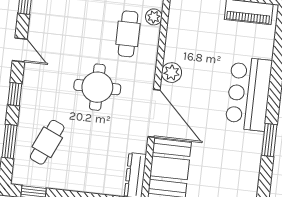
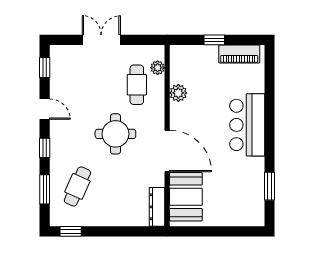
plant: (172, 73) -> (178, 93), moved
window: (269, 140) -> (270, 186), moved

